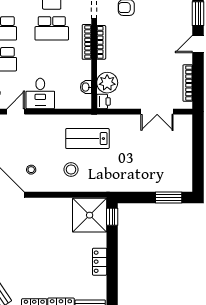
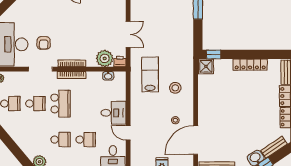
double door: (157, 112) -> (128, 34), moved
lab bench: (87, 139) -> (150, 74), turned 180
shower: (90, 215) -> (206, 66), width x0.54, depth x0.54
locker: (100, 262) -> (250, 65), width x1.53

